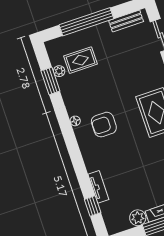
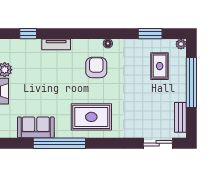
plant: (59, 71) -> (181, 44), moved
tv unit: (98, 187) -> (56, 44), moved

